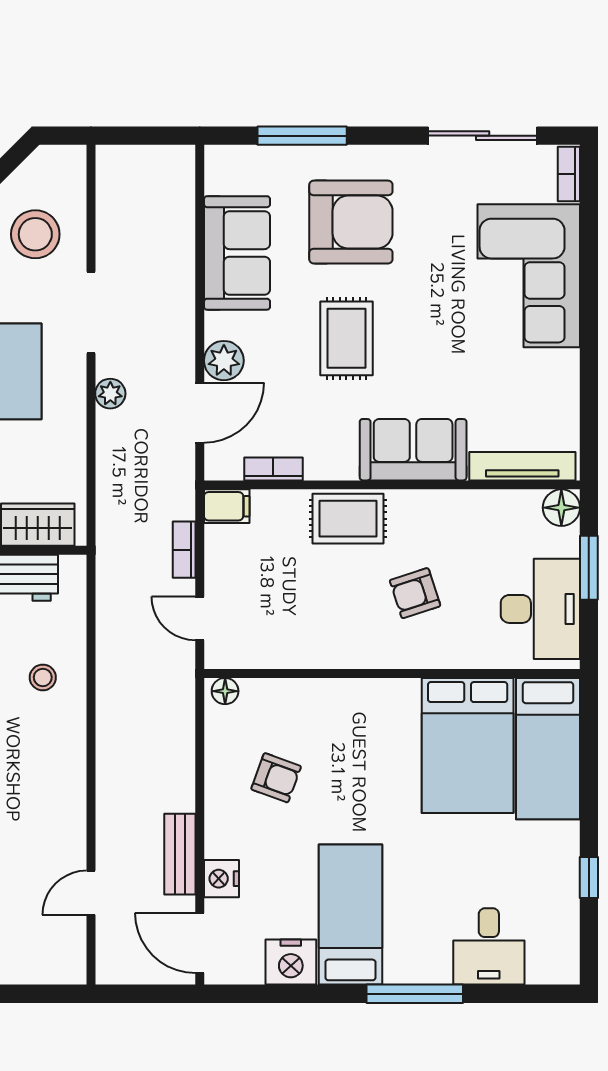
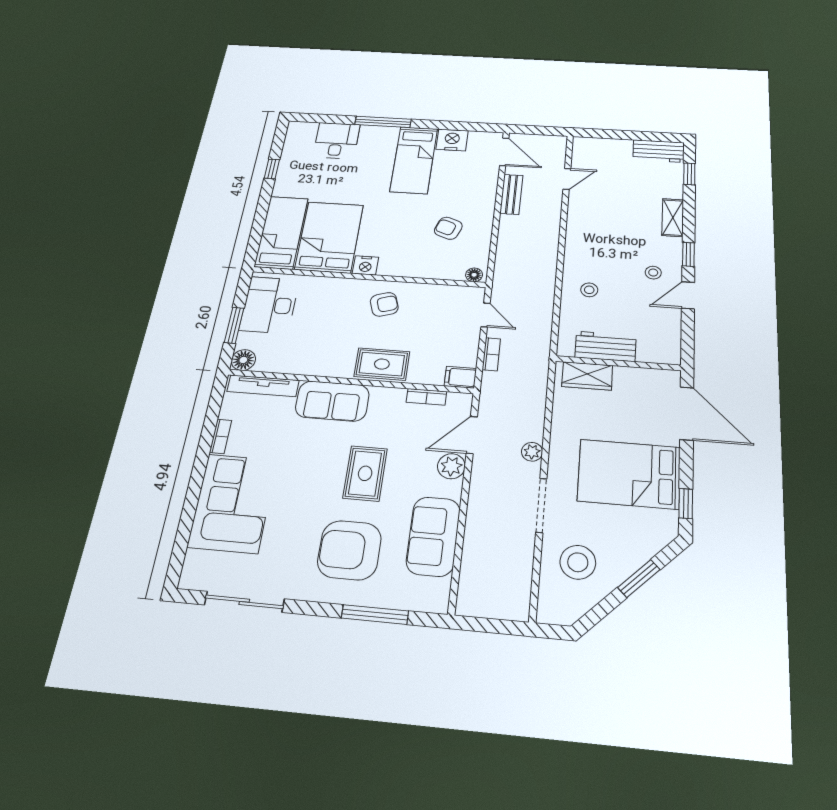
bookcase: (569, 174) -> (221, 436), moved
armchair: (415, 593) -> (384, 304), moved
nightstand: (221, 879) -> (365, 265), moved, turned 90

